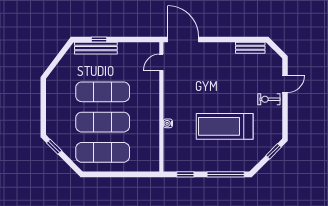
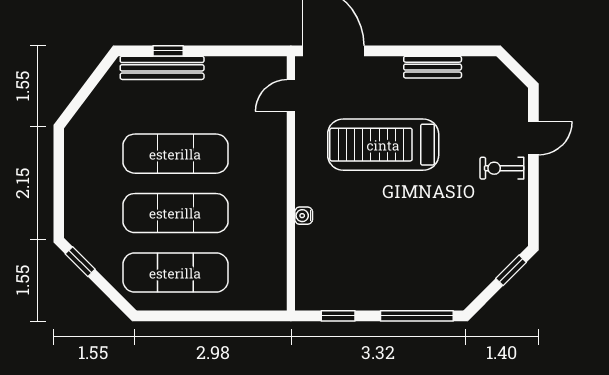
bench: (250, 48) -> (433, 67), moved
treadmill: (225, 126) -> (383, 145), moved

